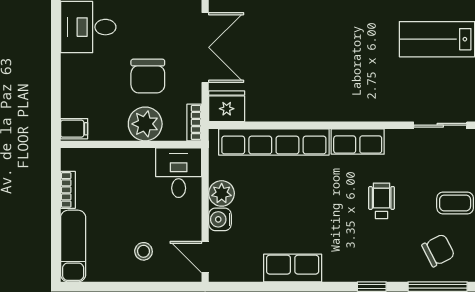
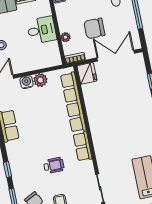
double door: (205, 47) -> (116, 56), swing flipped
plant: (145, 124) -> (66, 37), width x0.53, depth x0.53
desk: (179, 173) -> (42, 30), moved

